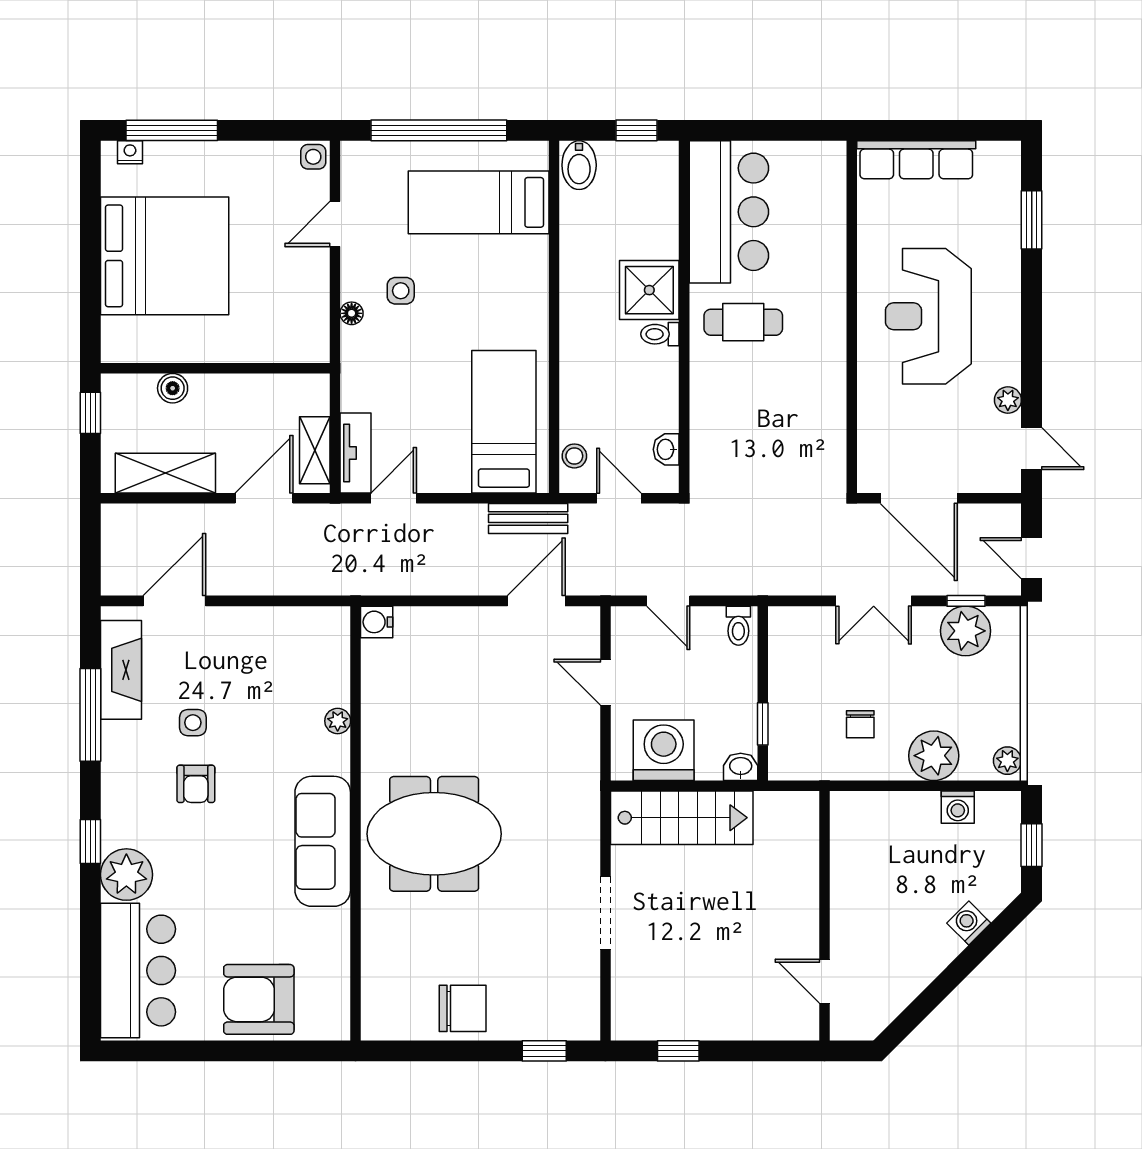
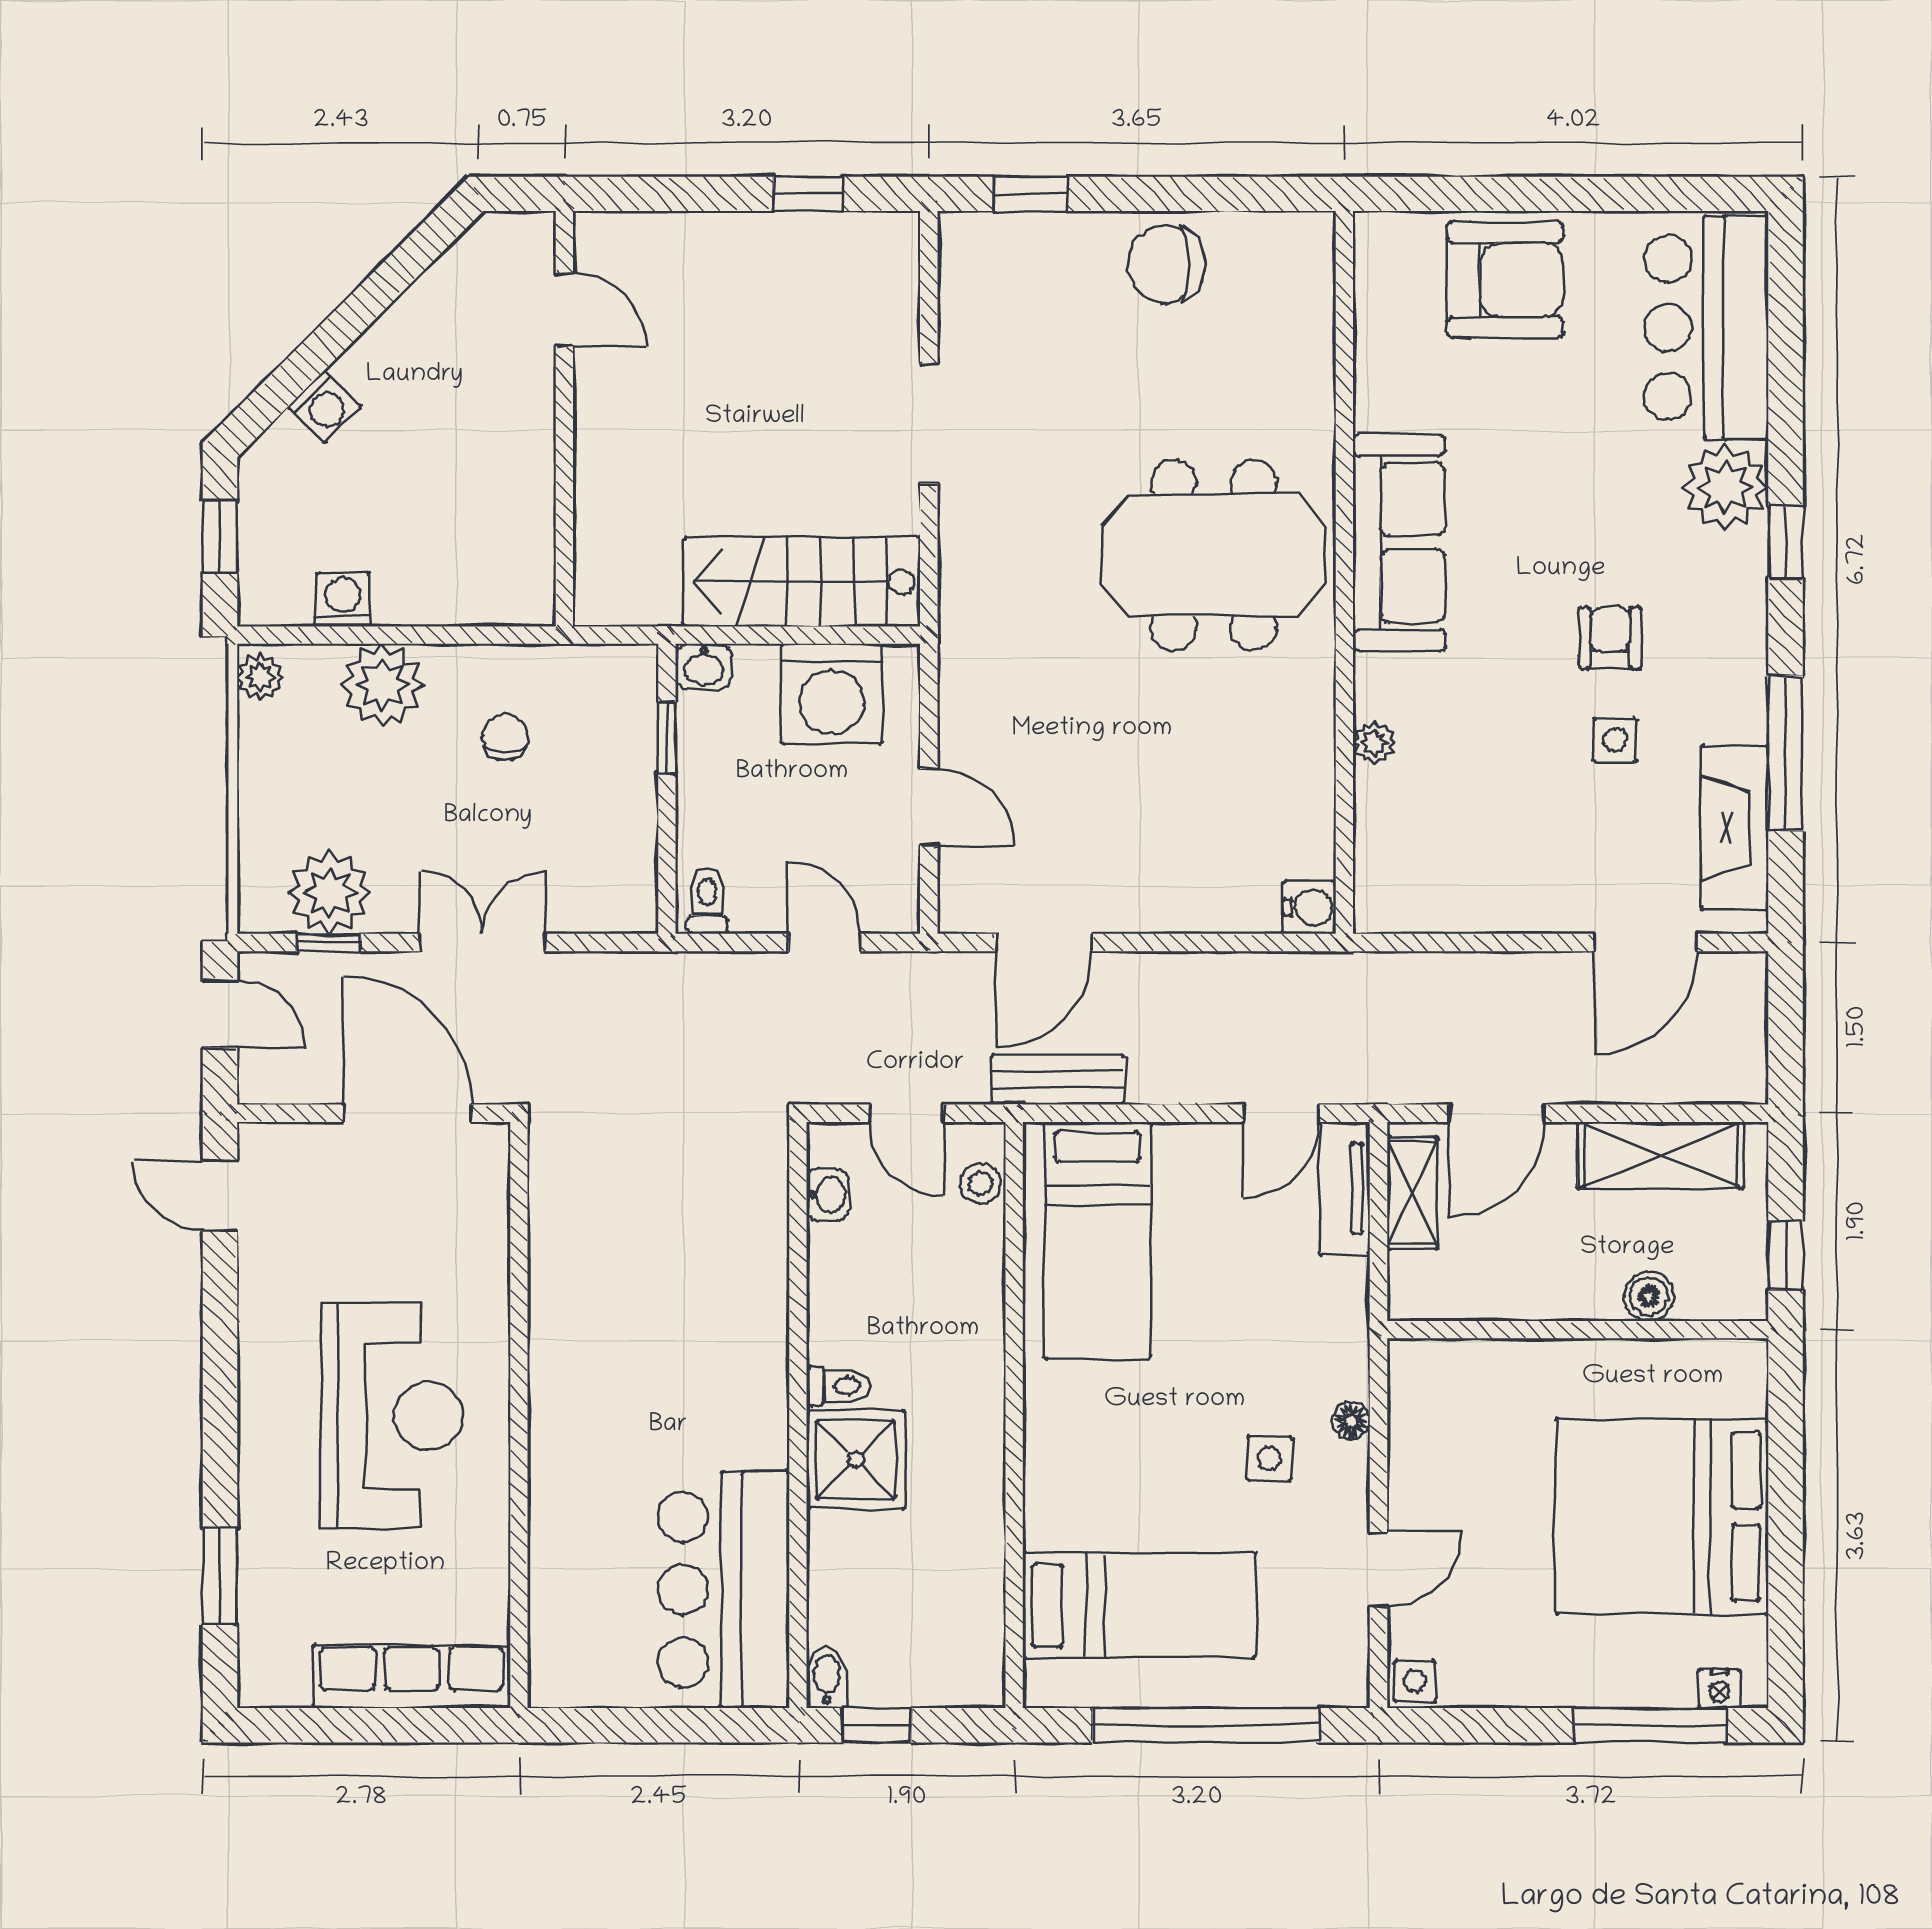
bidet: (579, 165) -> (827, 1678), moved, width x0.72, depth x0.74
cafe table: (743, 322) -> (699, 1406), removed
plant: (1008, 400) -> (259, 1277), removed

